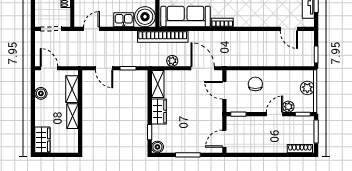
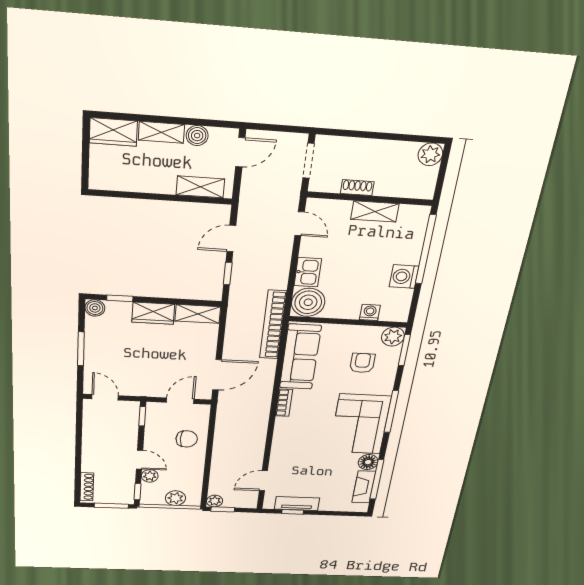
plant: (172, 61) -> (215, 501), moved
shelving: (73, 116) -> (161, 132), moved

